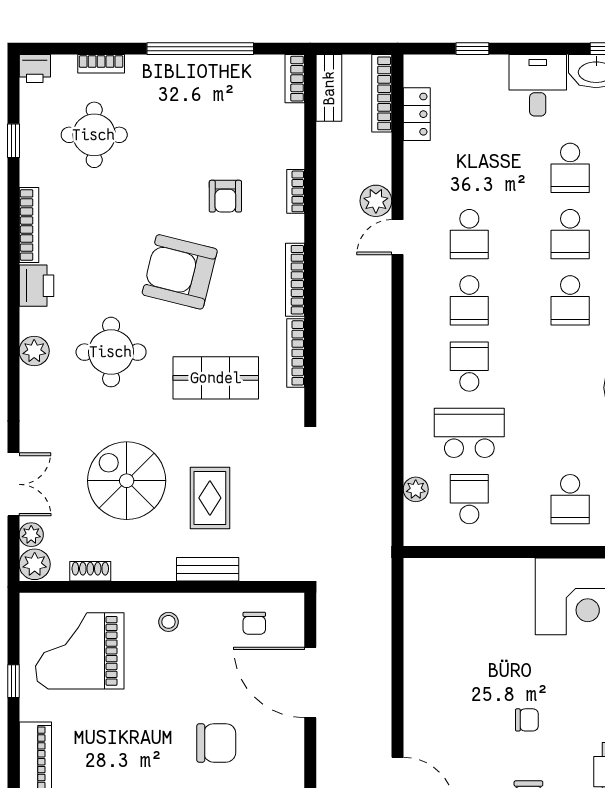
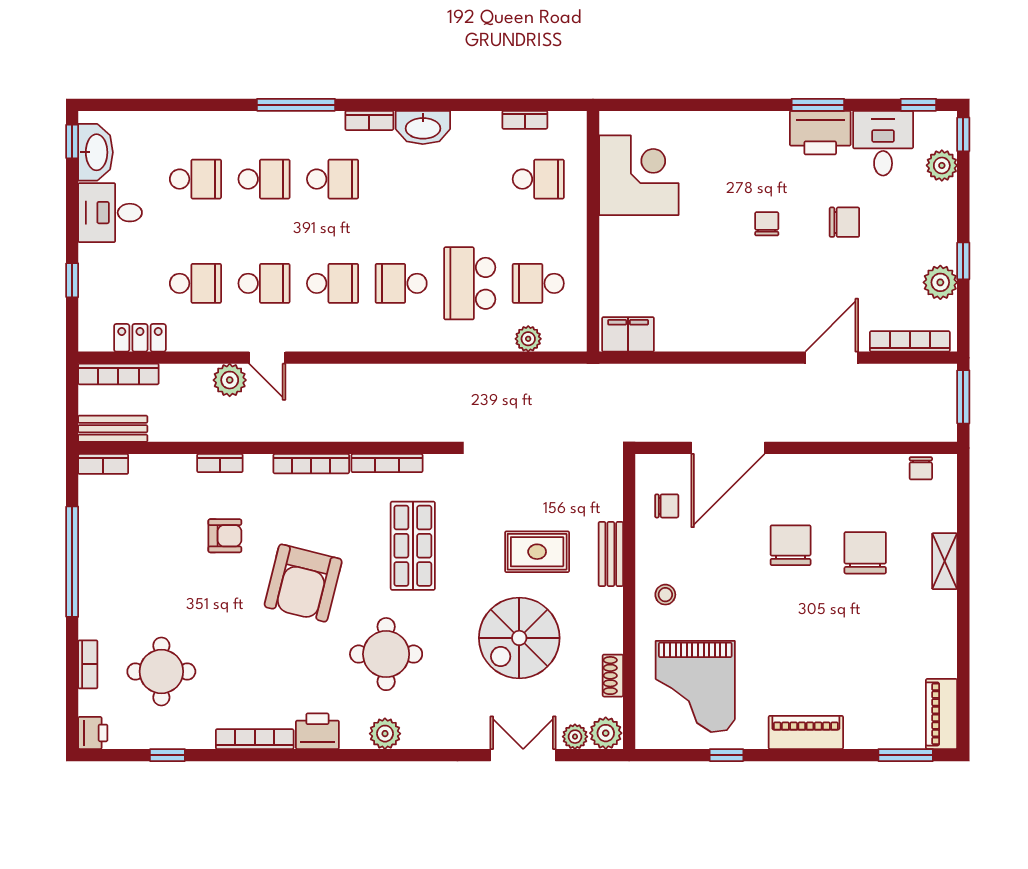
school desk: (469, 168) -> (195, 283), added
filing cabinet: (420, 586) -> (628, 334), added

